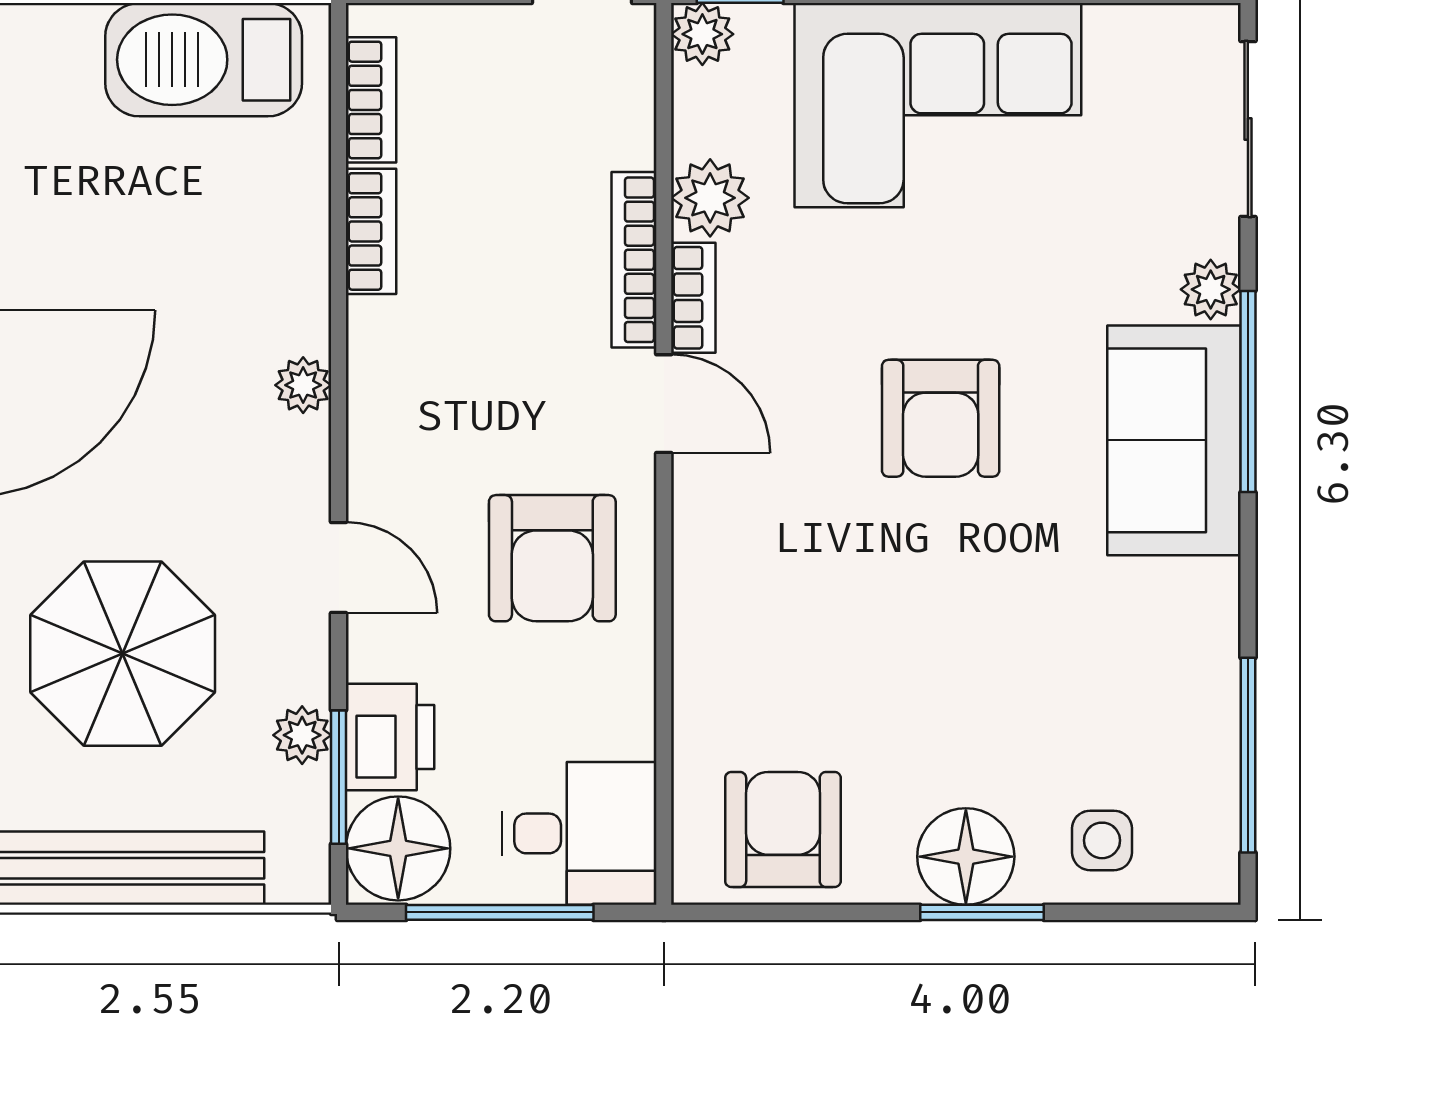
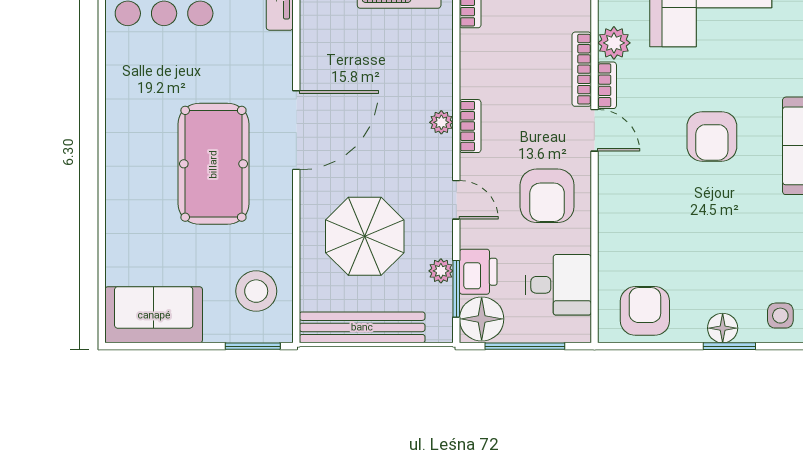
bookcase: (371, 231) -> (470, 126), moved
desk: (579, 833) -> (559, 285), moved
floor lamp: (966, 857) -> (723, 328), width x0.73, depth x0.73

